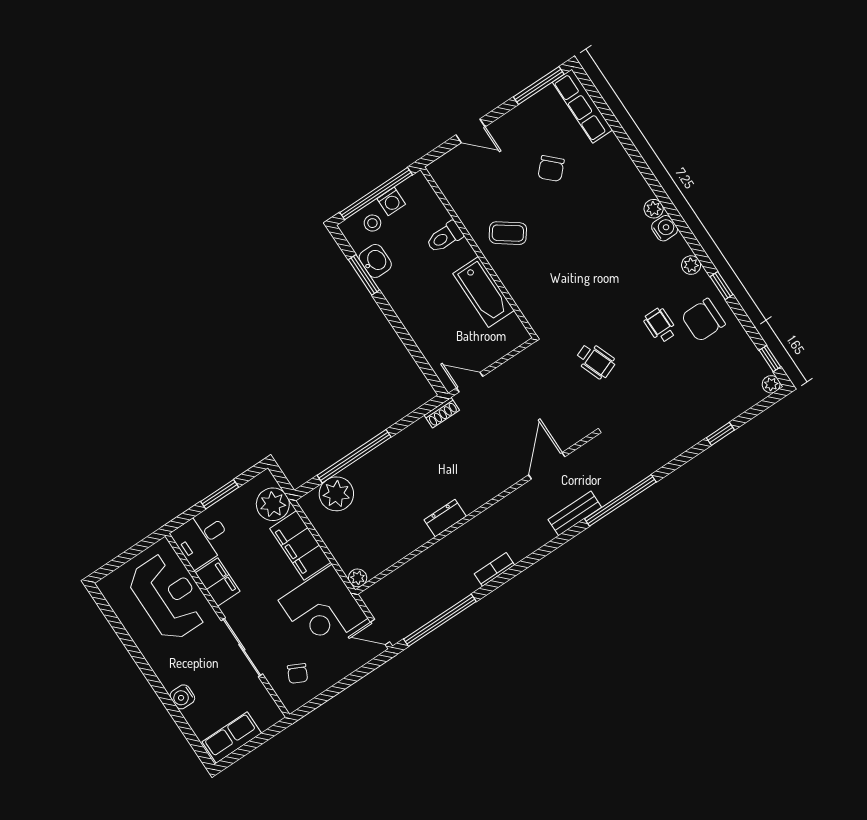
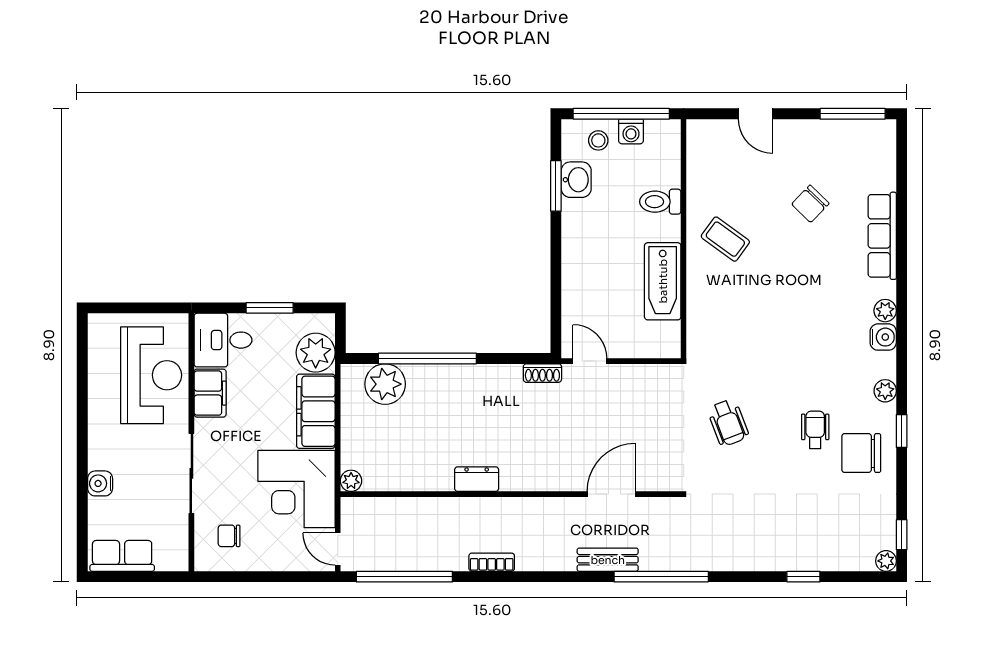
row of seats: (582, 106) -> (882, 236), moved
chair: (298, 673) -> (229, 536), turned 64

